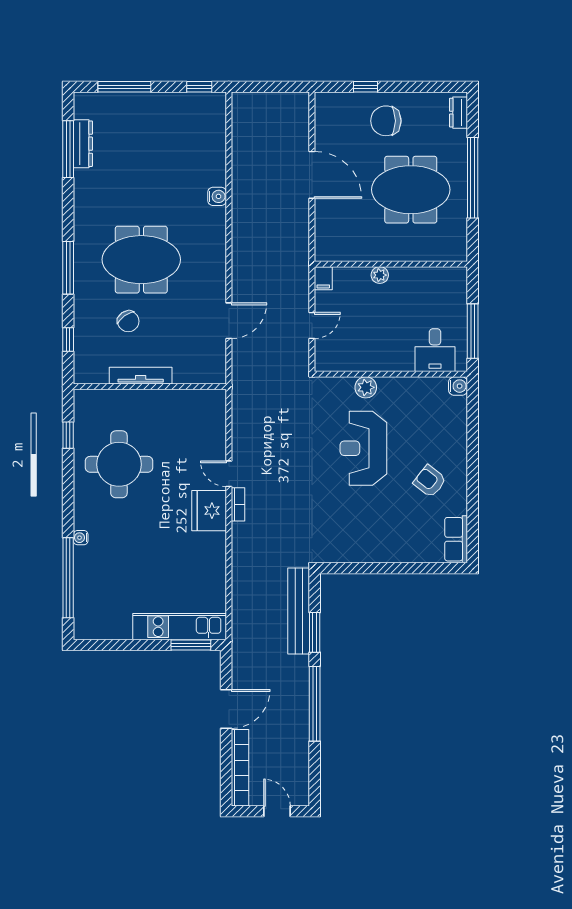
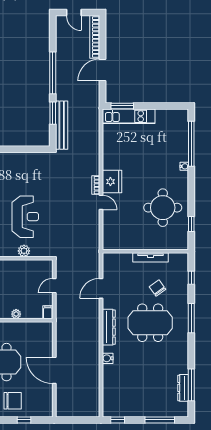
dresser: (215, 252) -> (109, 327), added

